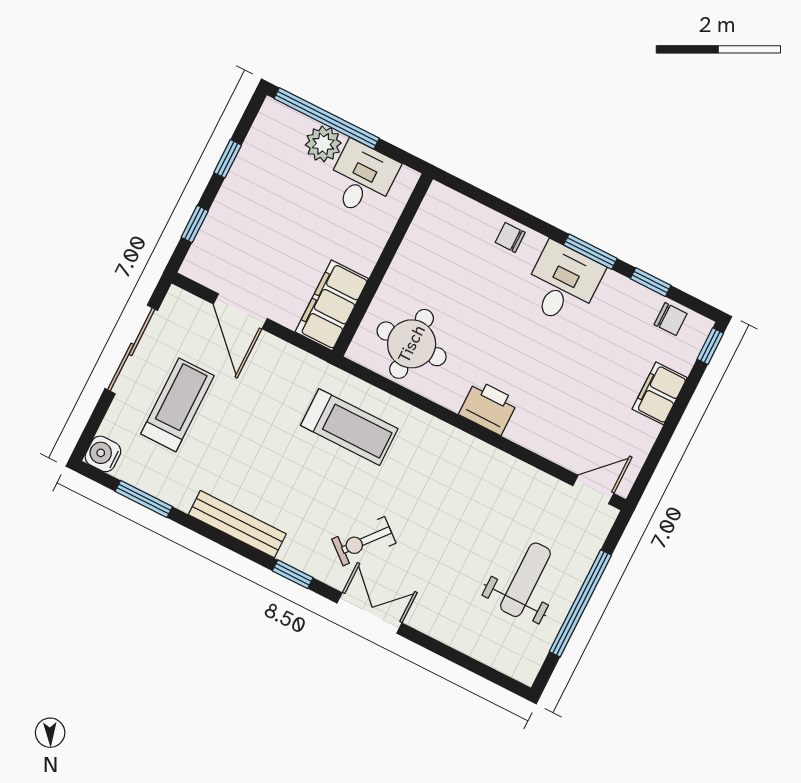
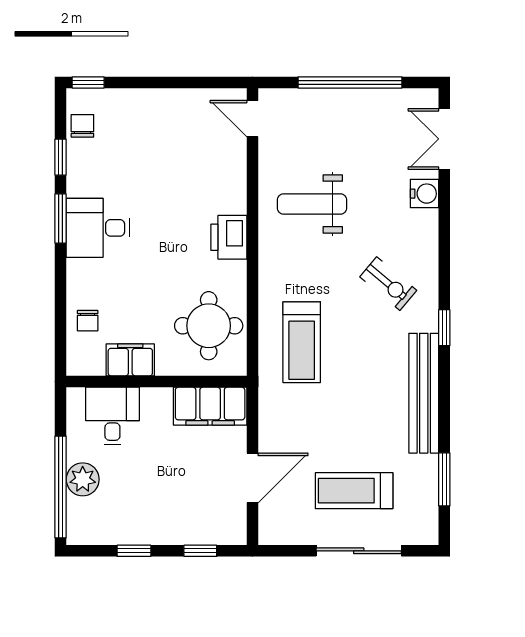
desk: (362, 179) -> (112, 416), moved, turned 90
chair: (510, 237) -> (88, 321), moved
sliding door: (131, 349) -> (359, 551), moved
filing cabinet: (660, 393) -> (130, 360), moved, turned 180
treadmill: (349, 427) -> (302, 342), turned 180
water cooler: (103, 454) -> (424, 194), moved, turned -90
bench: (237, 524) -> (424, 393), width x1.37, depth x1.21
weight bench: (525, 580) -> (312, 204), moved
double door: (369, 613) -> (444, 139), moved

